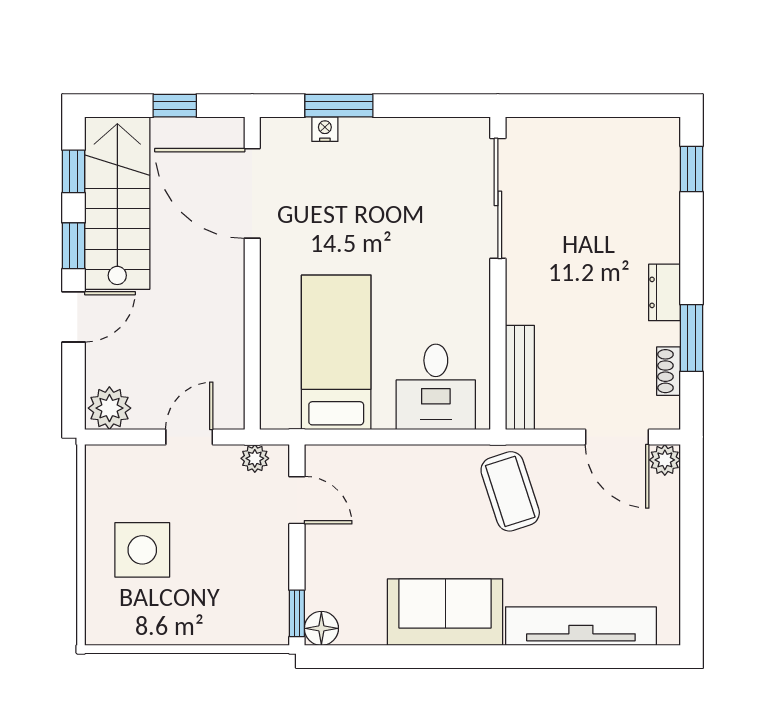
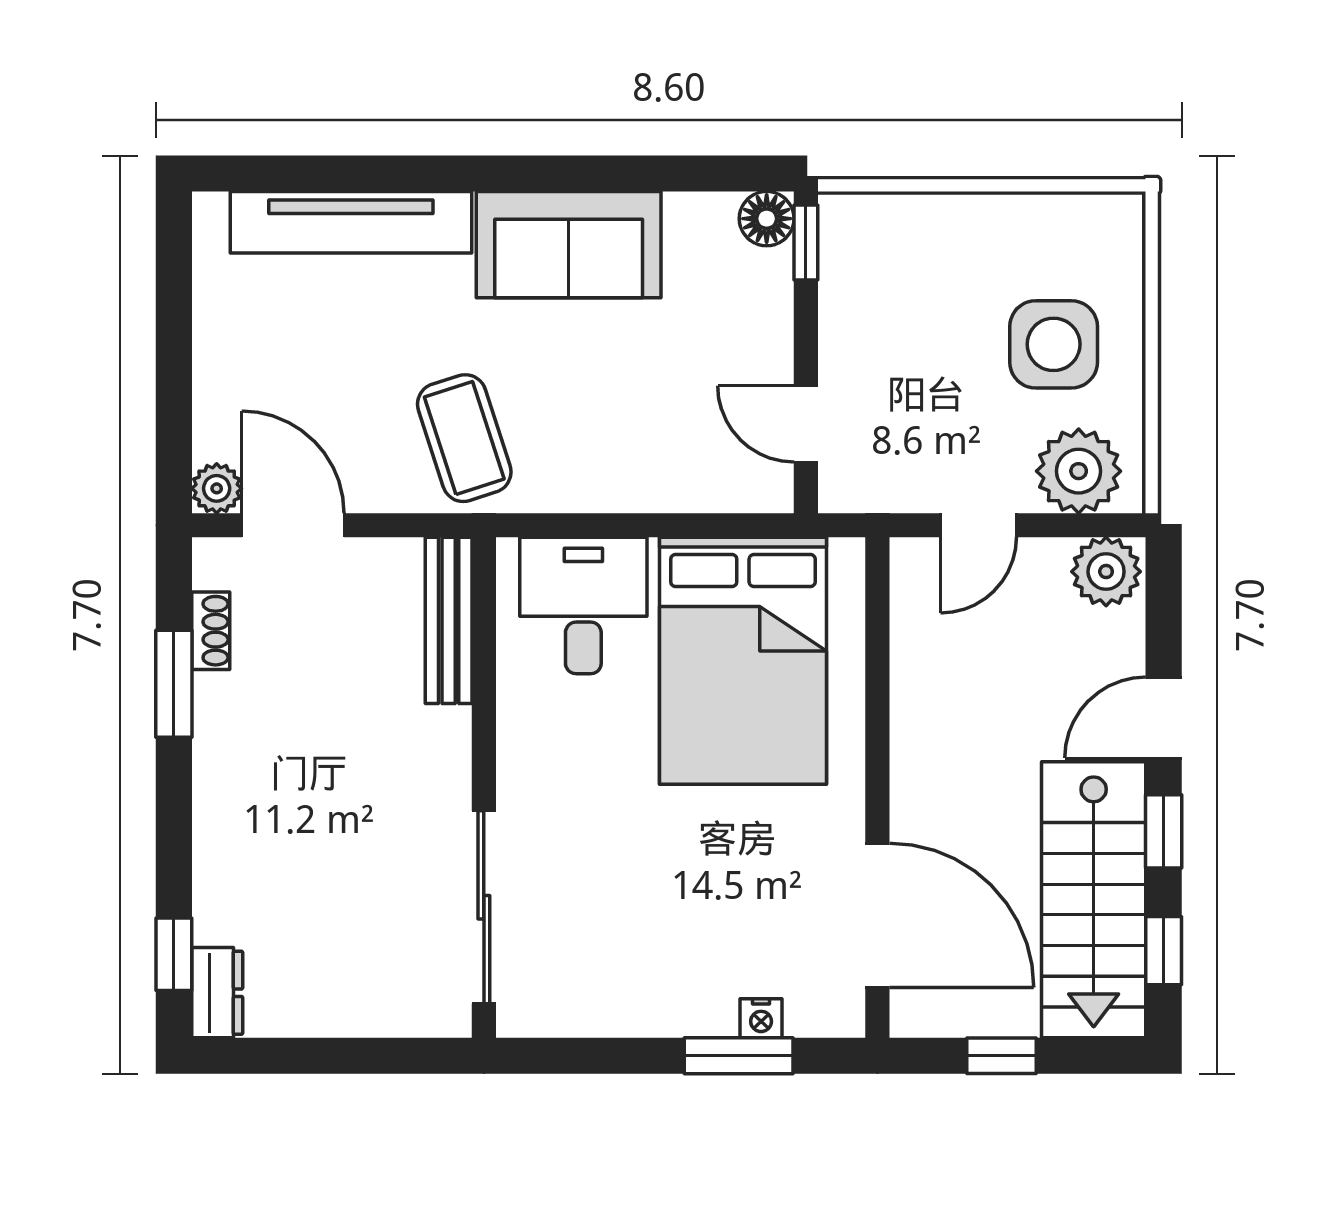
dresser: (664, 292) -> (217, 993), moved
bed: (336, 352) -> (743, 661), width x1.50
plant: (255, 458) -> (1079, 471), moved, width x1.88, depth x1.88

